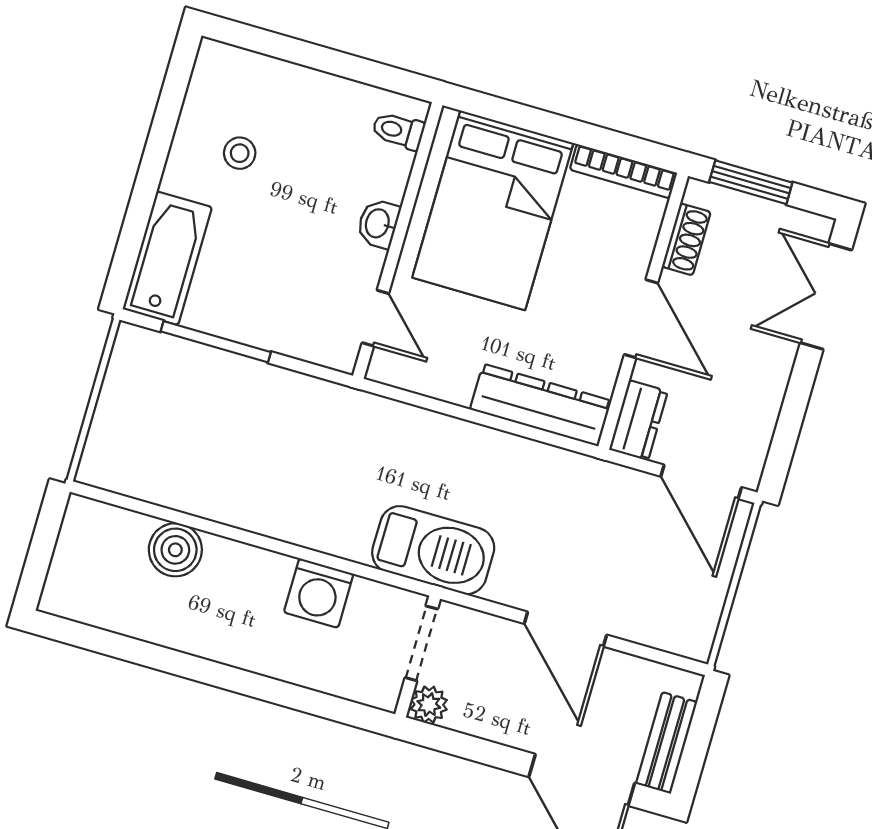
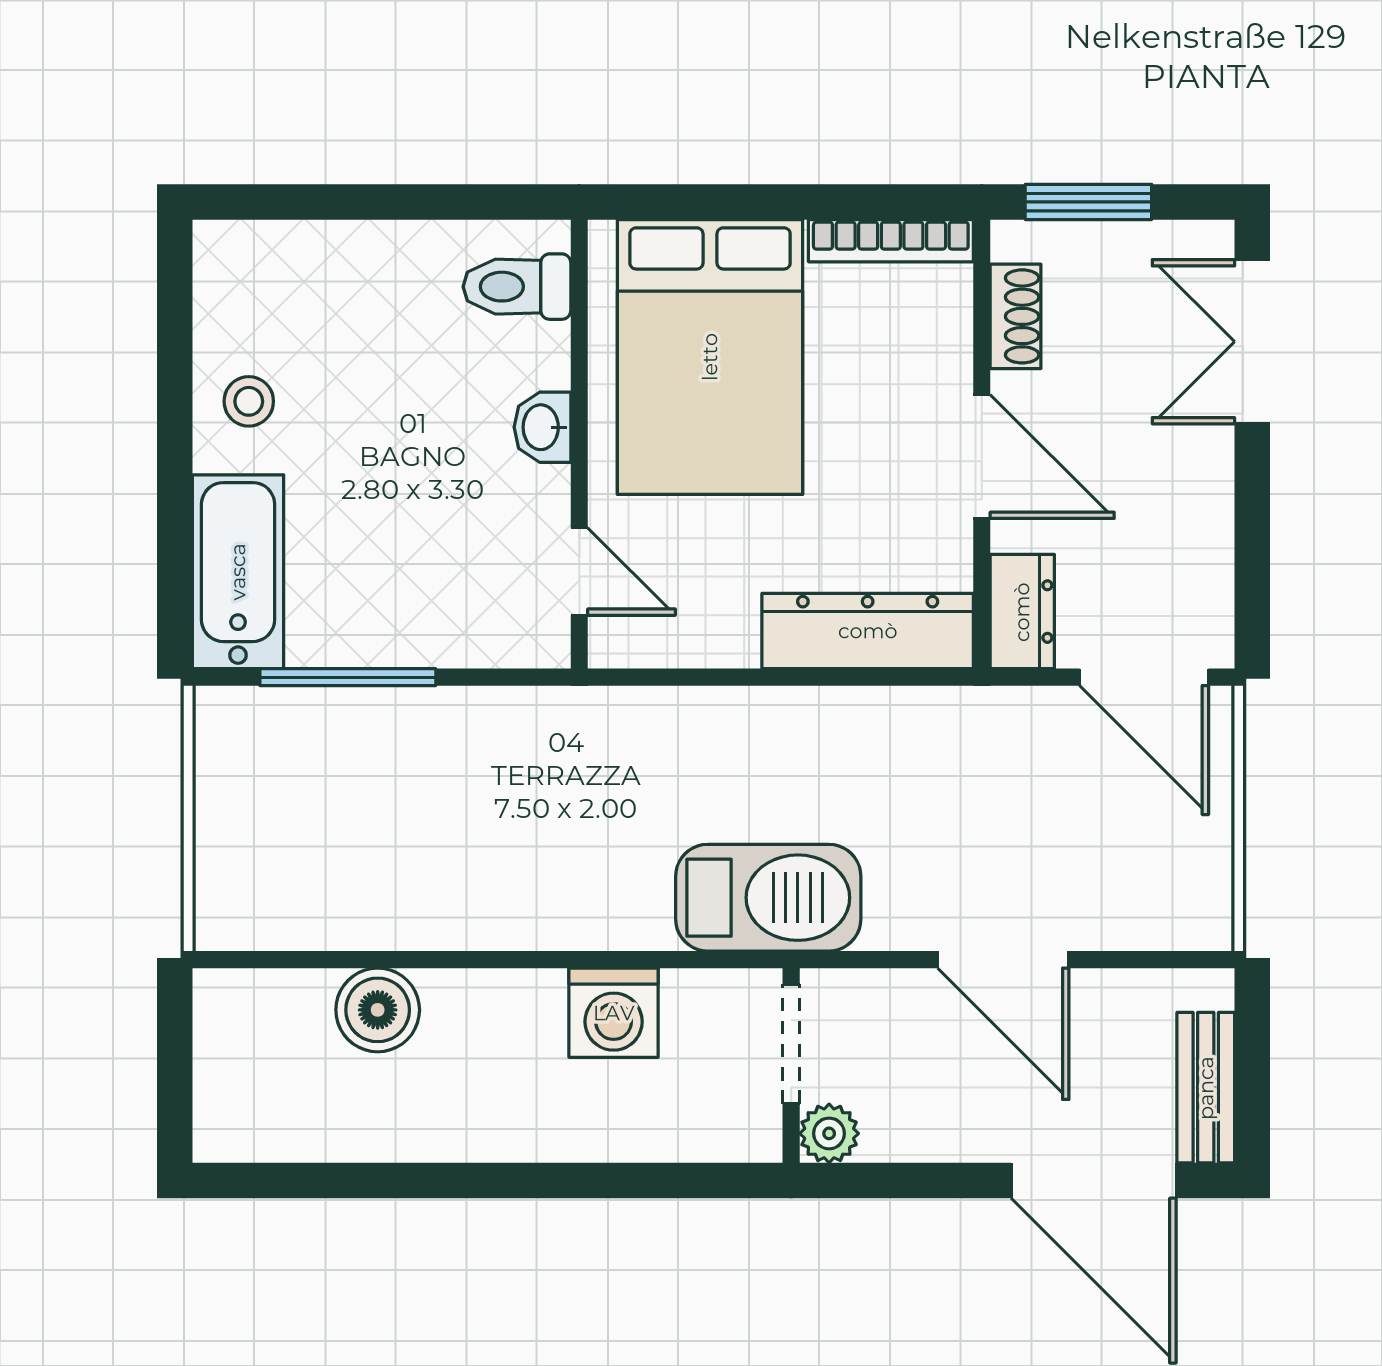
toilet: (398, 131) -> (517, 287), width x1.37, depth x1.39
stool: (240, 153) -> (249, 401), moved

